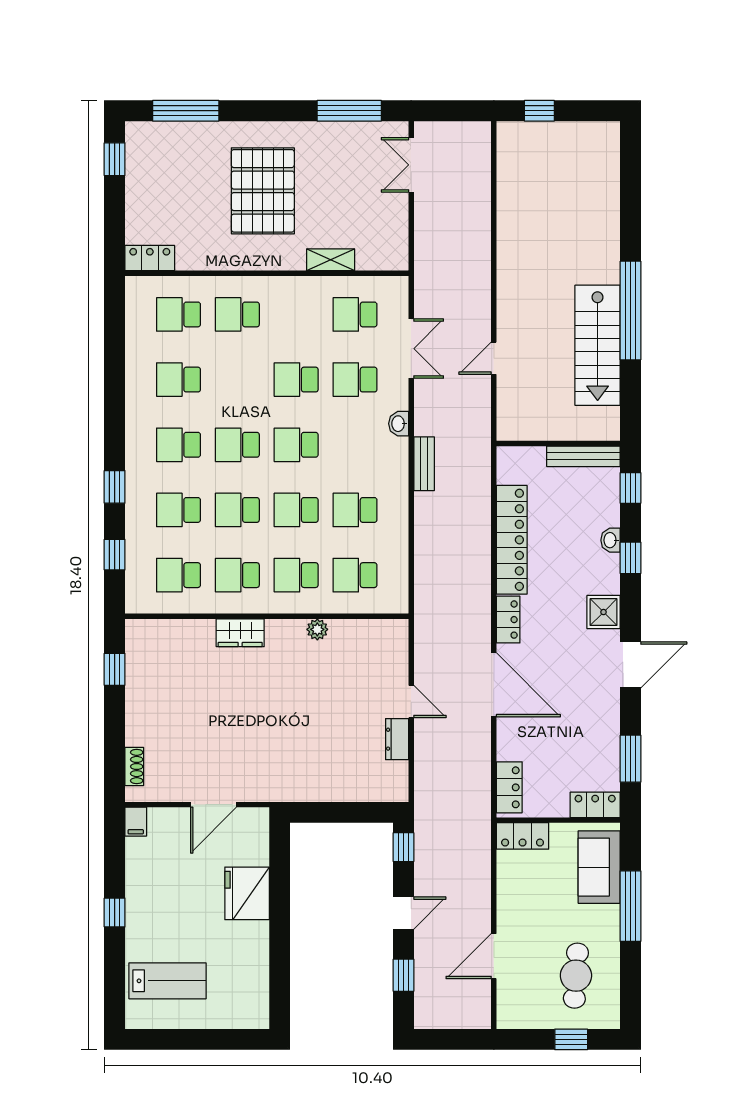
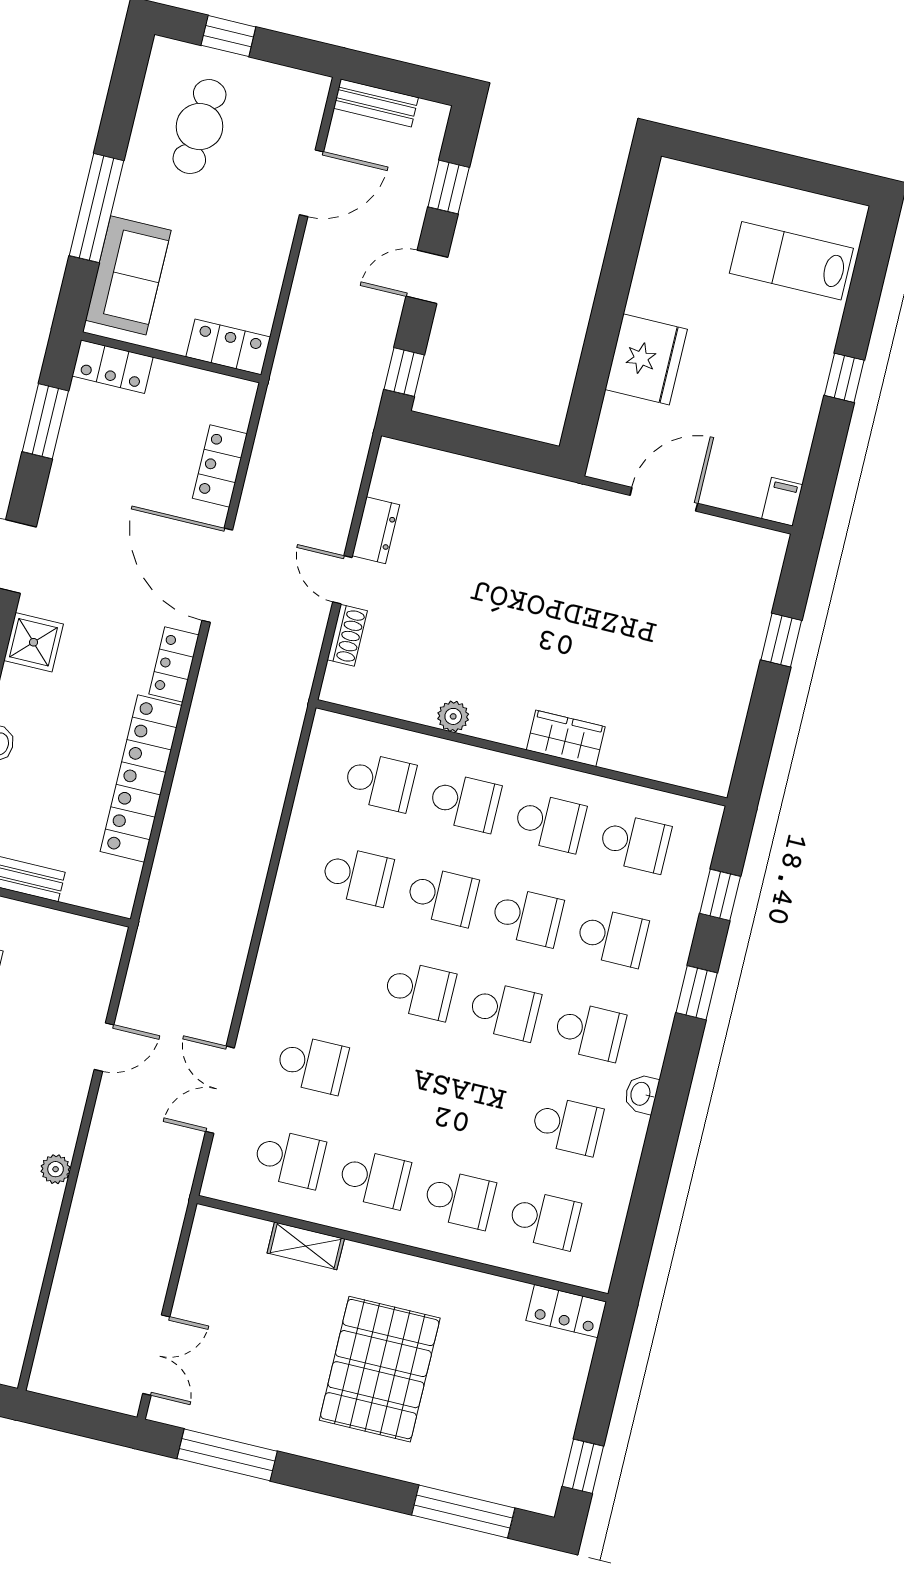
plant: (506, 271) -> (56, 1169), added
school desk: (296, 380) -> (374, 1179), moved
washbasin: (399, 424) -> (641, 1094), moved, turned 180
bench: (424, 464) -> (376, 103), moved, turned 90
window: (115, 669) -> (781, 640), moved
shoe rack: (134, 767) -> (347, 635), moved, turned 180
locker: (509, 787) -> (220, 466), moved

